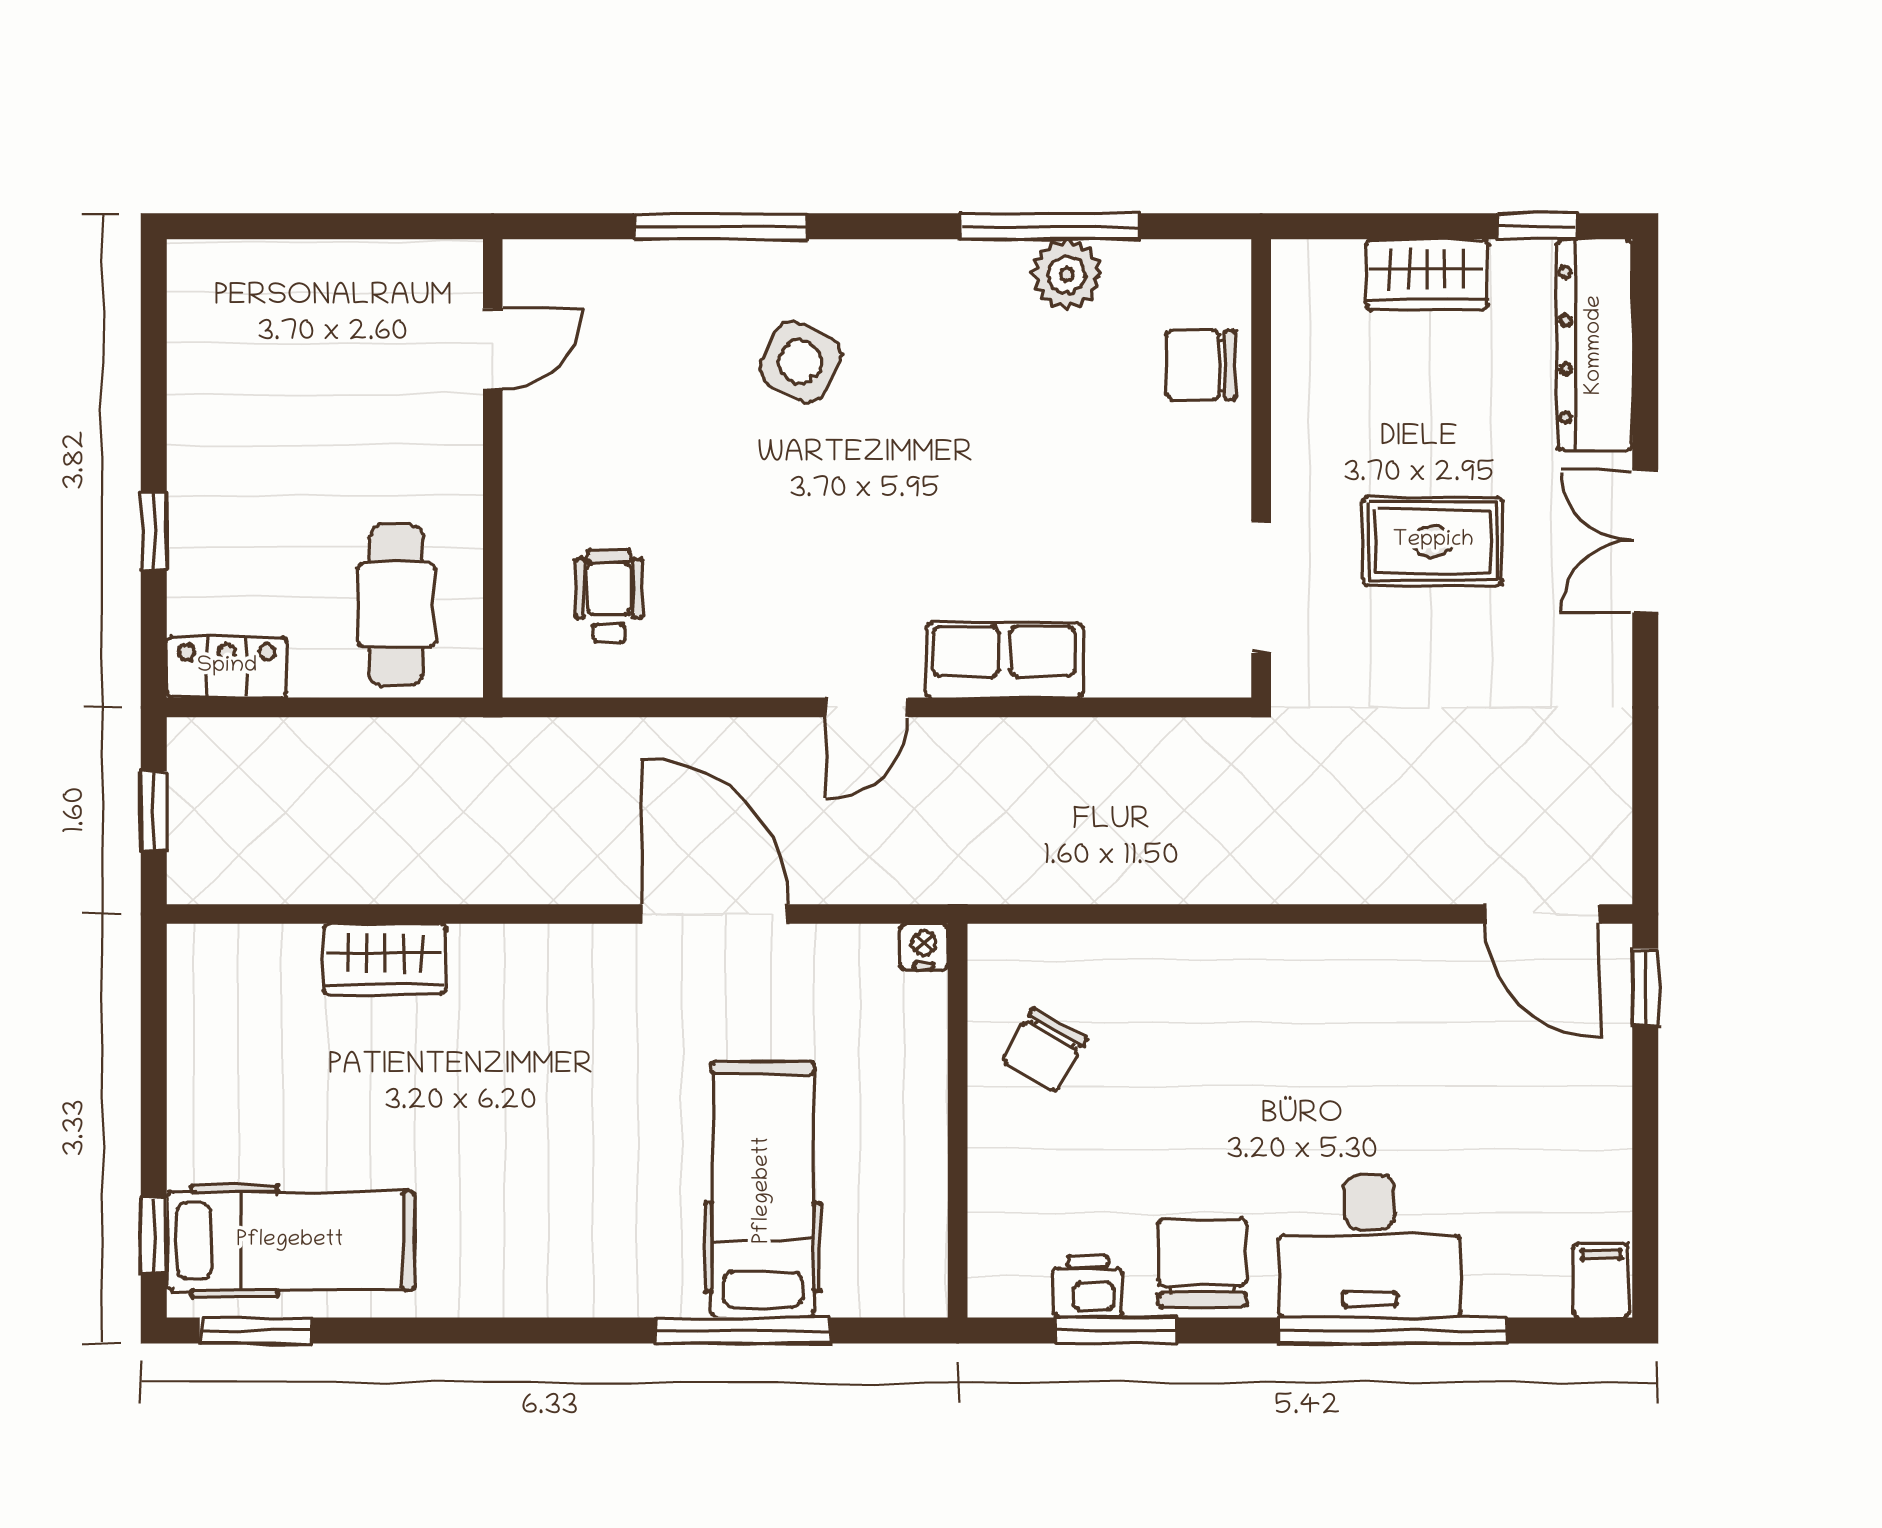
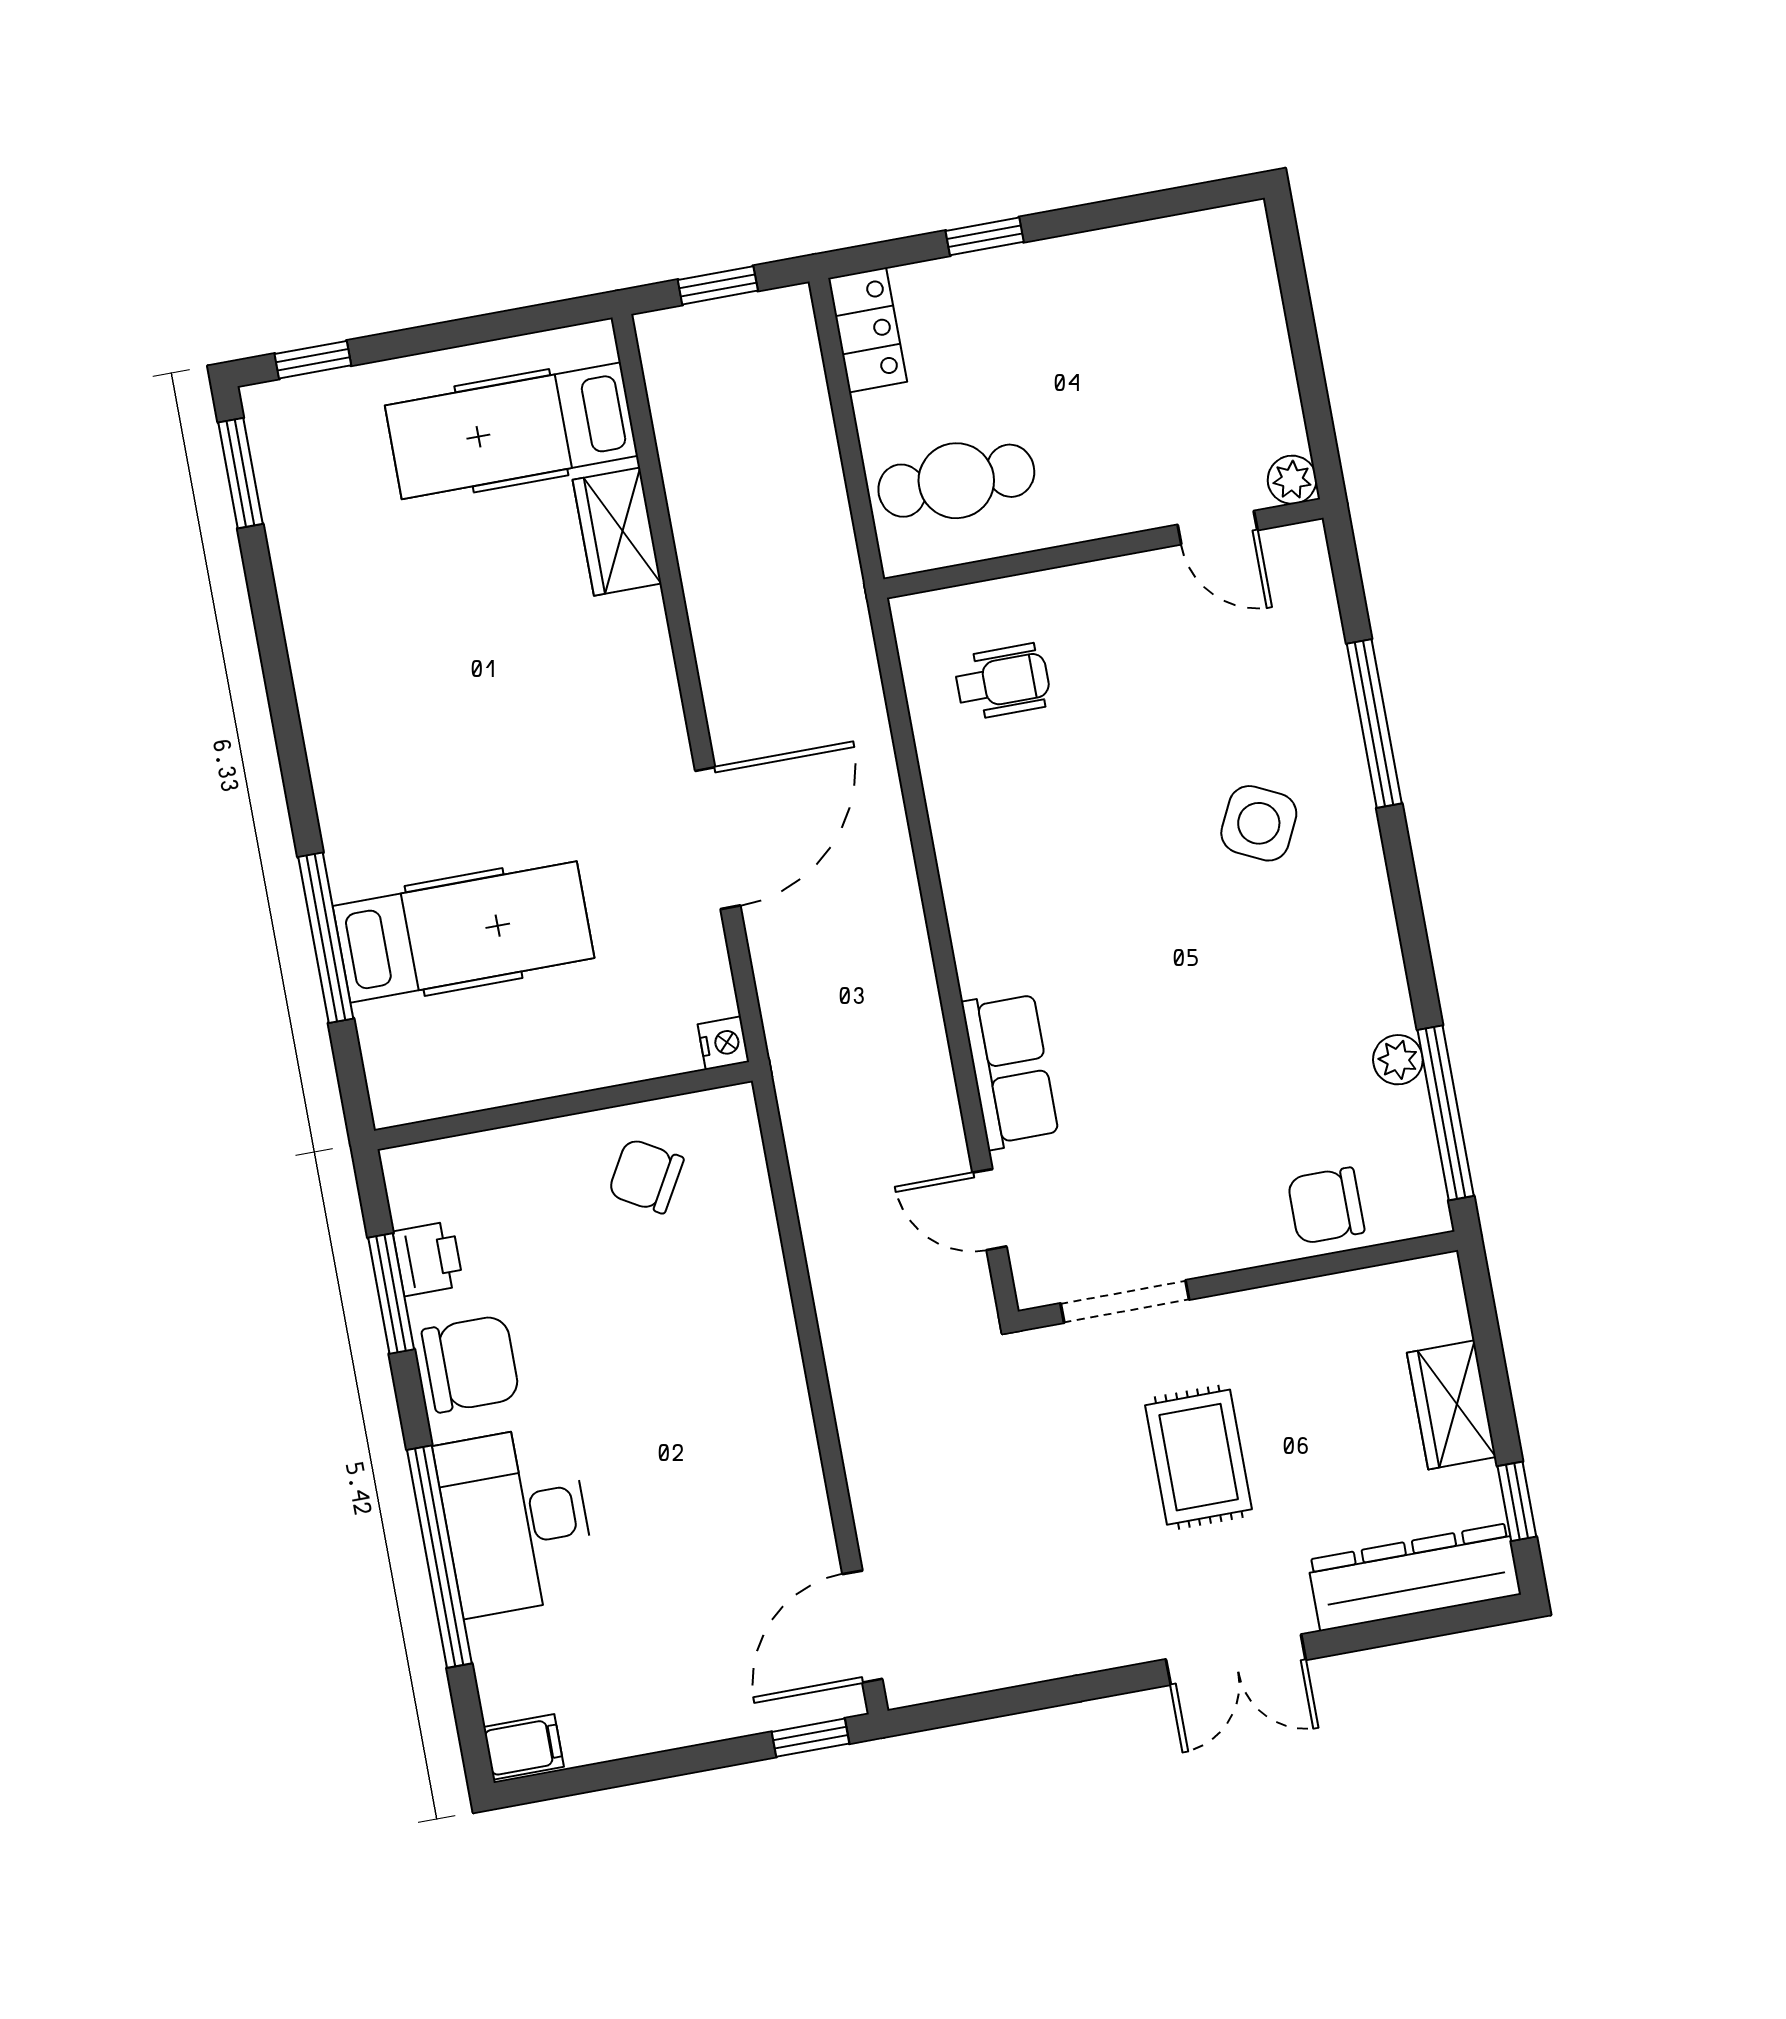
window: (1050, 226) -> (1446, 1113), moved
plant: (458, 264) -> (1292, 480), added
plant: (1066, 274) -> (1398, 1060), width x0.73, depth x0.73
chair: (1201, 365) -> (1326, 1206), turned -90
double door: (1645, 541) -> (1236, 1660), swing flipped
door: (867, 707) -> (989, 1210), moved
hospital bed: (290, 1241) -> (511, 431), moved, turned 90

